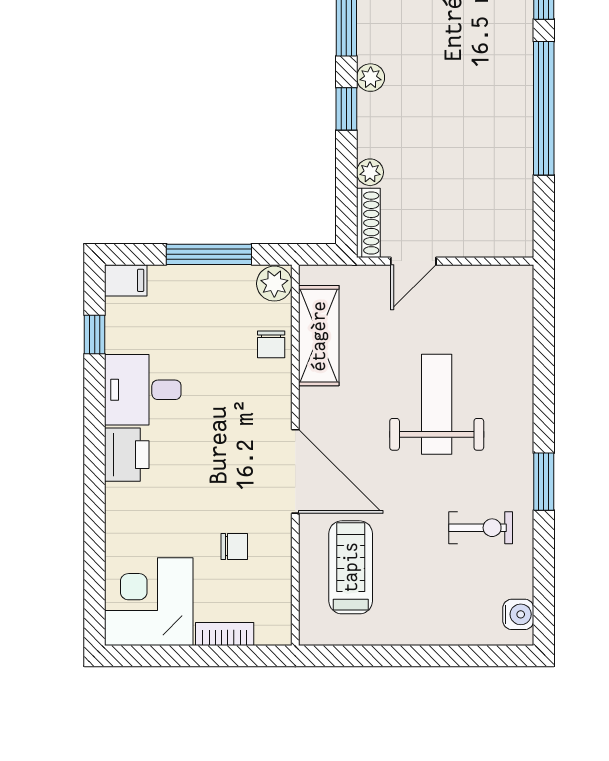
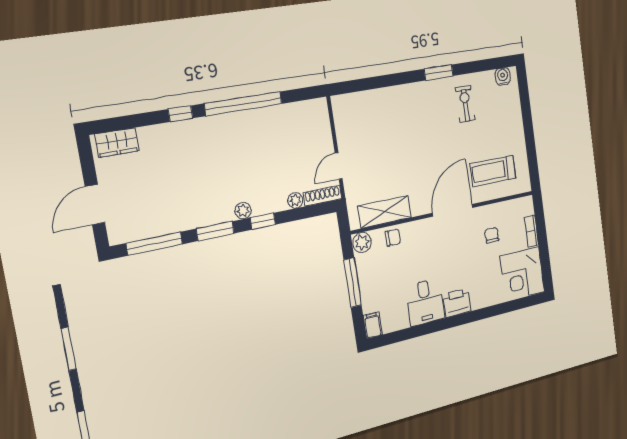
door: (413, 261) -> (339, 166), swing flipped
window: (95, 334) -> (402, 335), removed
weight bench: (437, 404) -> (409, 139), removed

